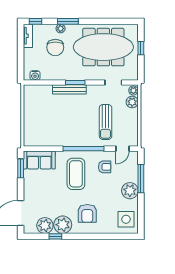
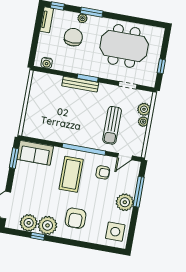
chair: (55, 47) -> (73, 37), turned 180
meeting table: (103, 47) -> (124, 46), width x0.73
window: (141, 48) -> (161, 66), moved
plant: (133, 90) -> (143, 122), moved

